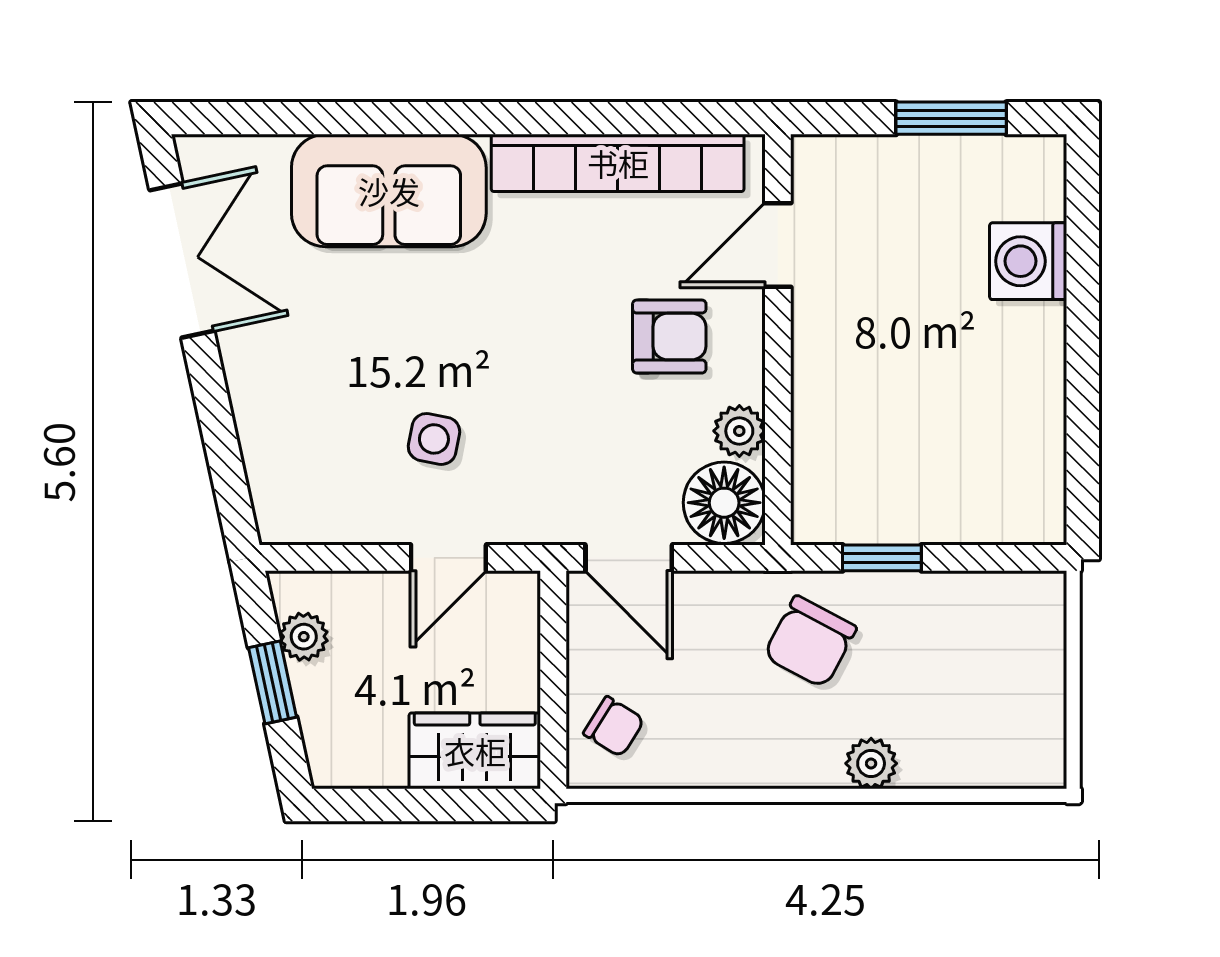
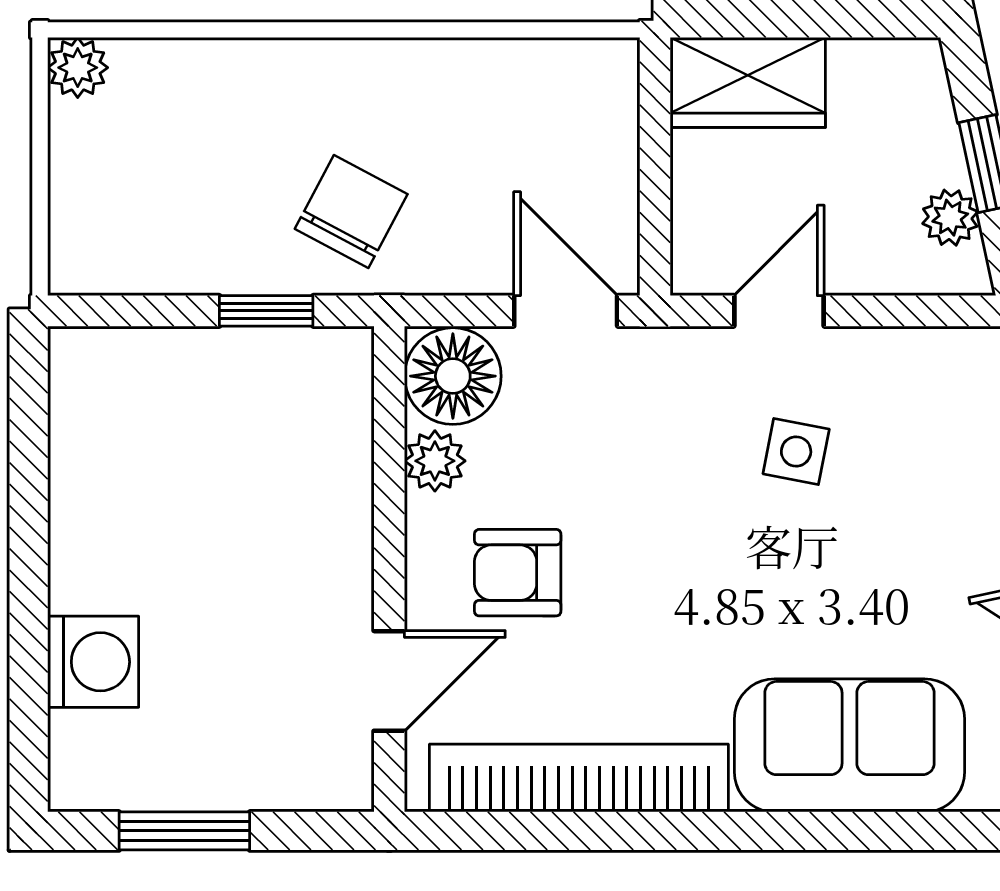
chair: (614, 727) -> (583, 111), removed
plant: (871, 763) -> (78, 68), moved

